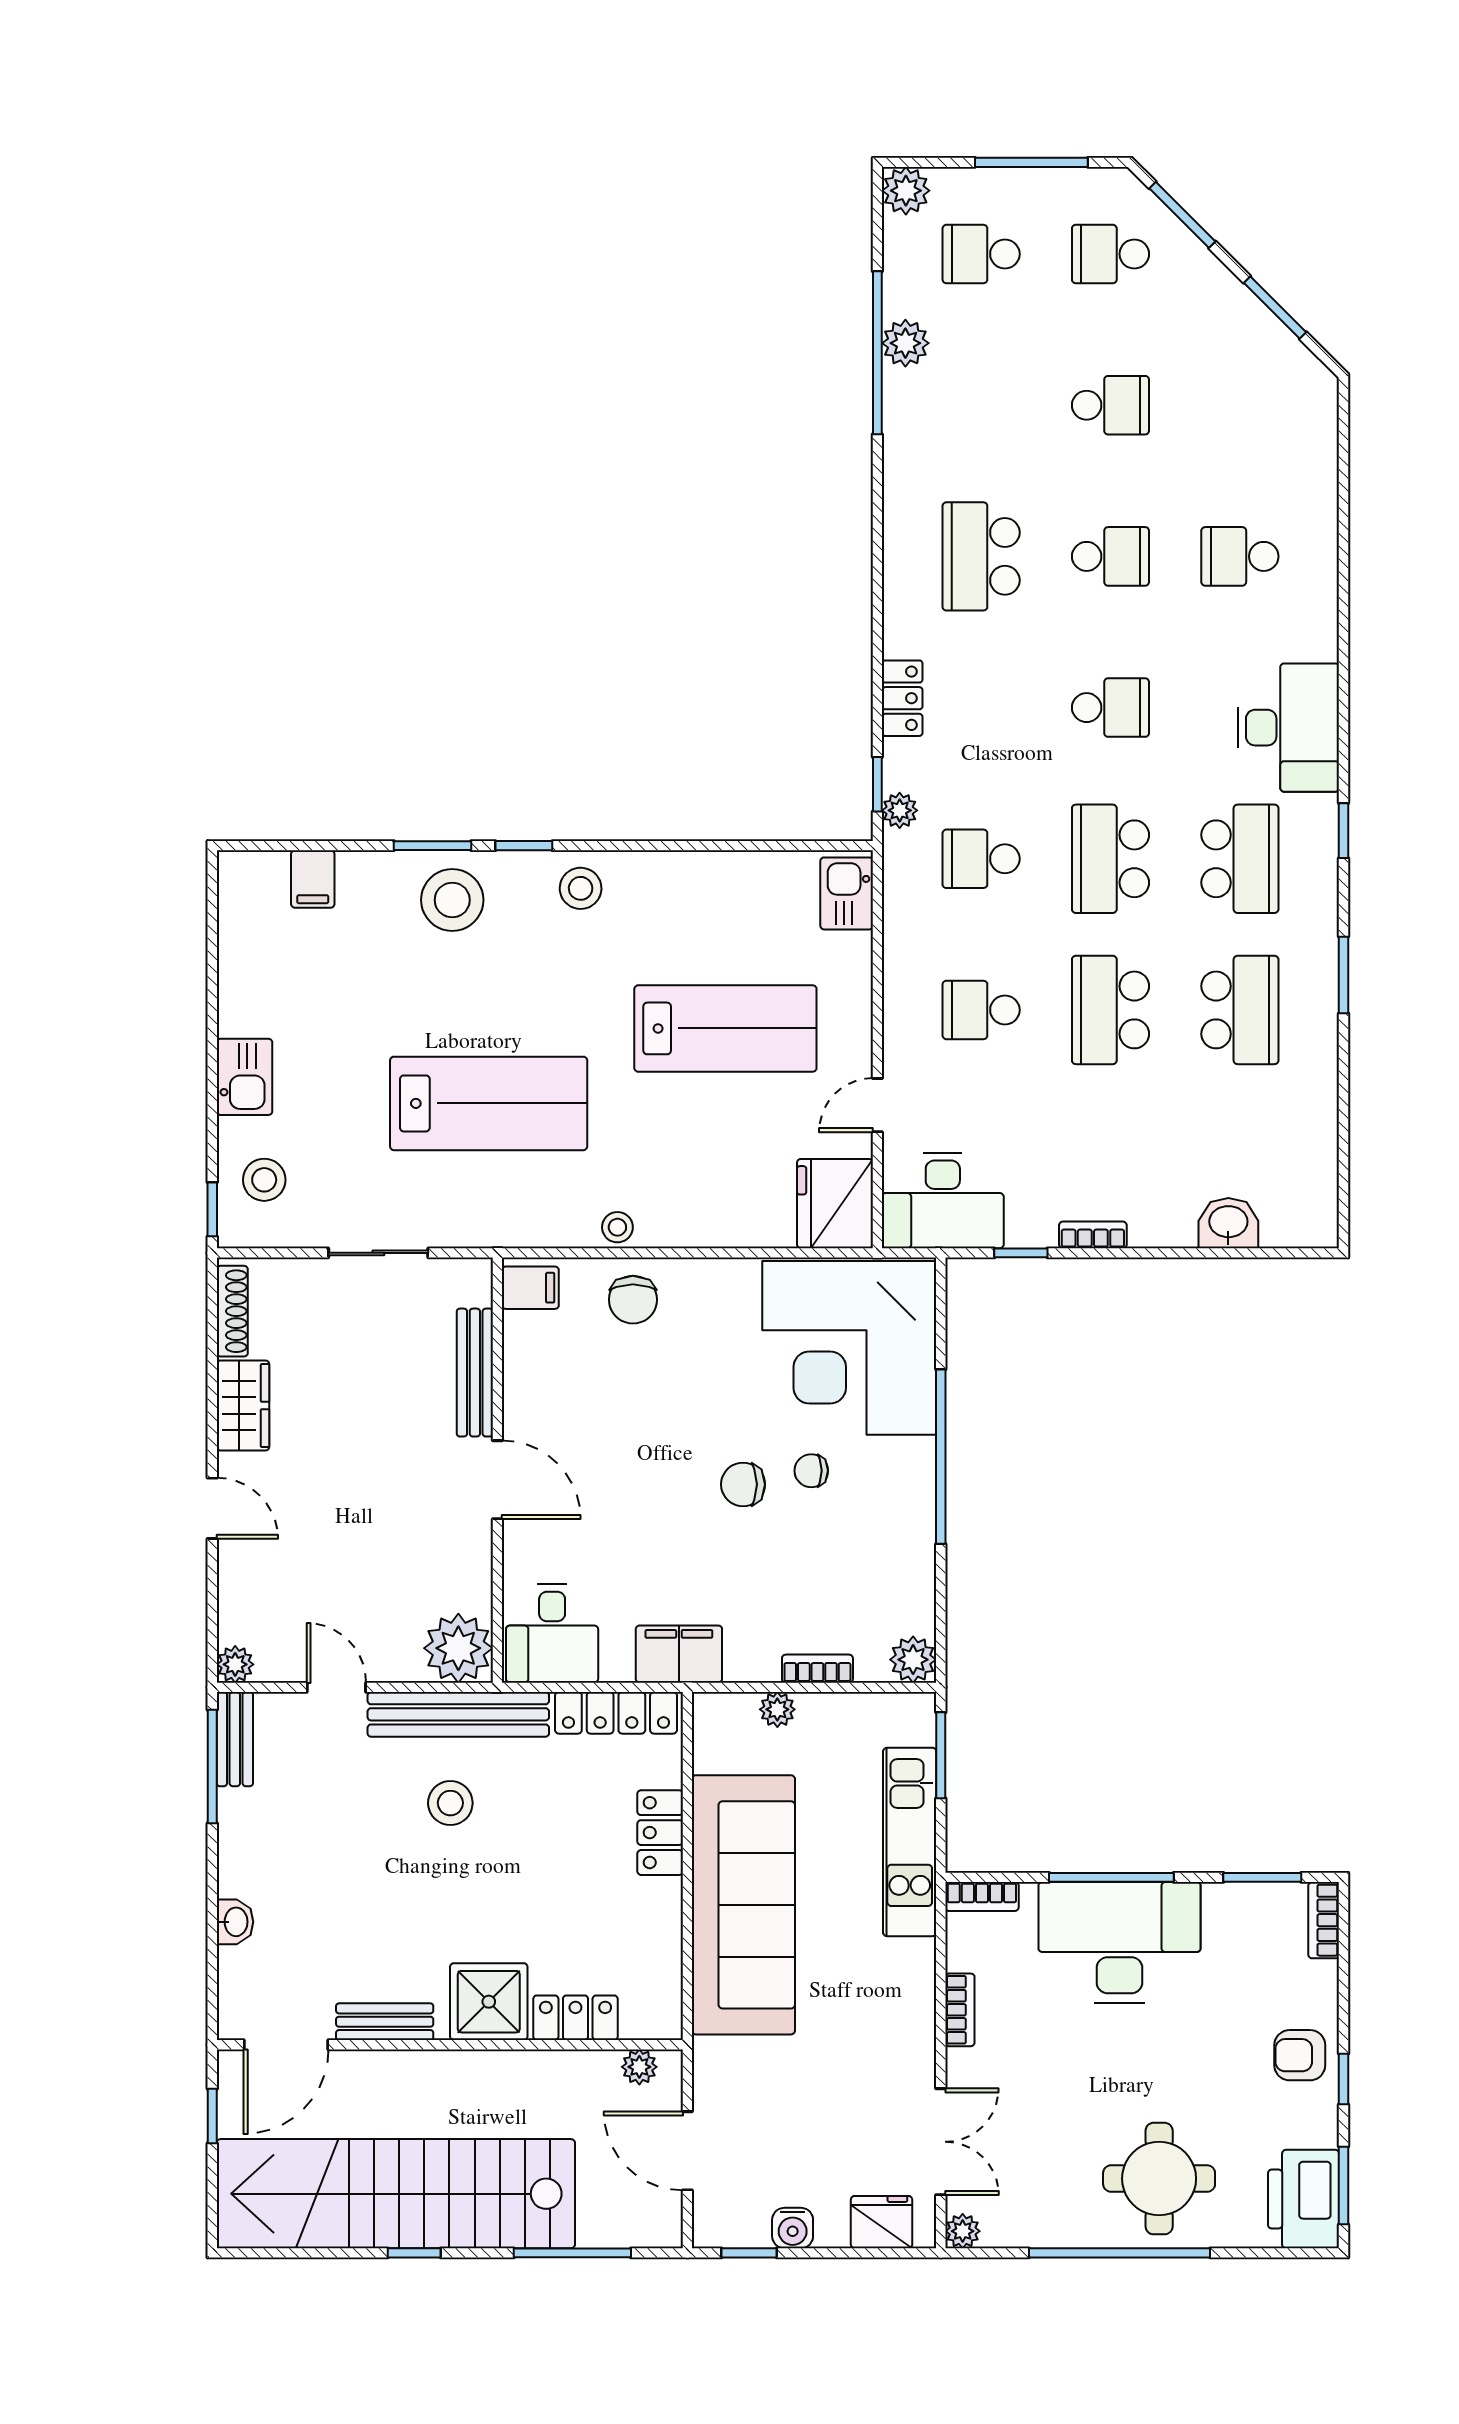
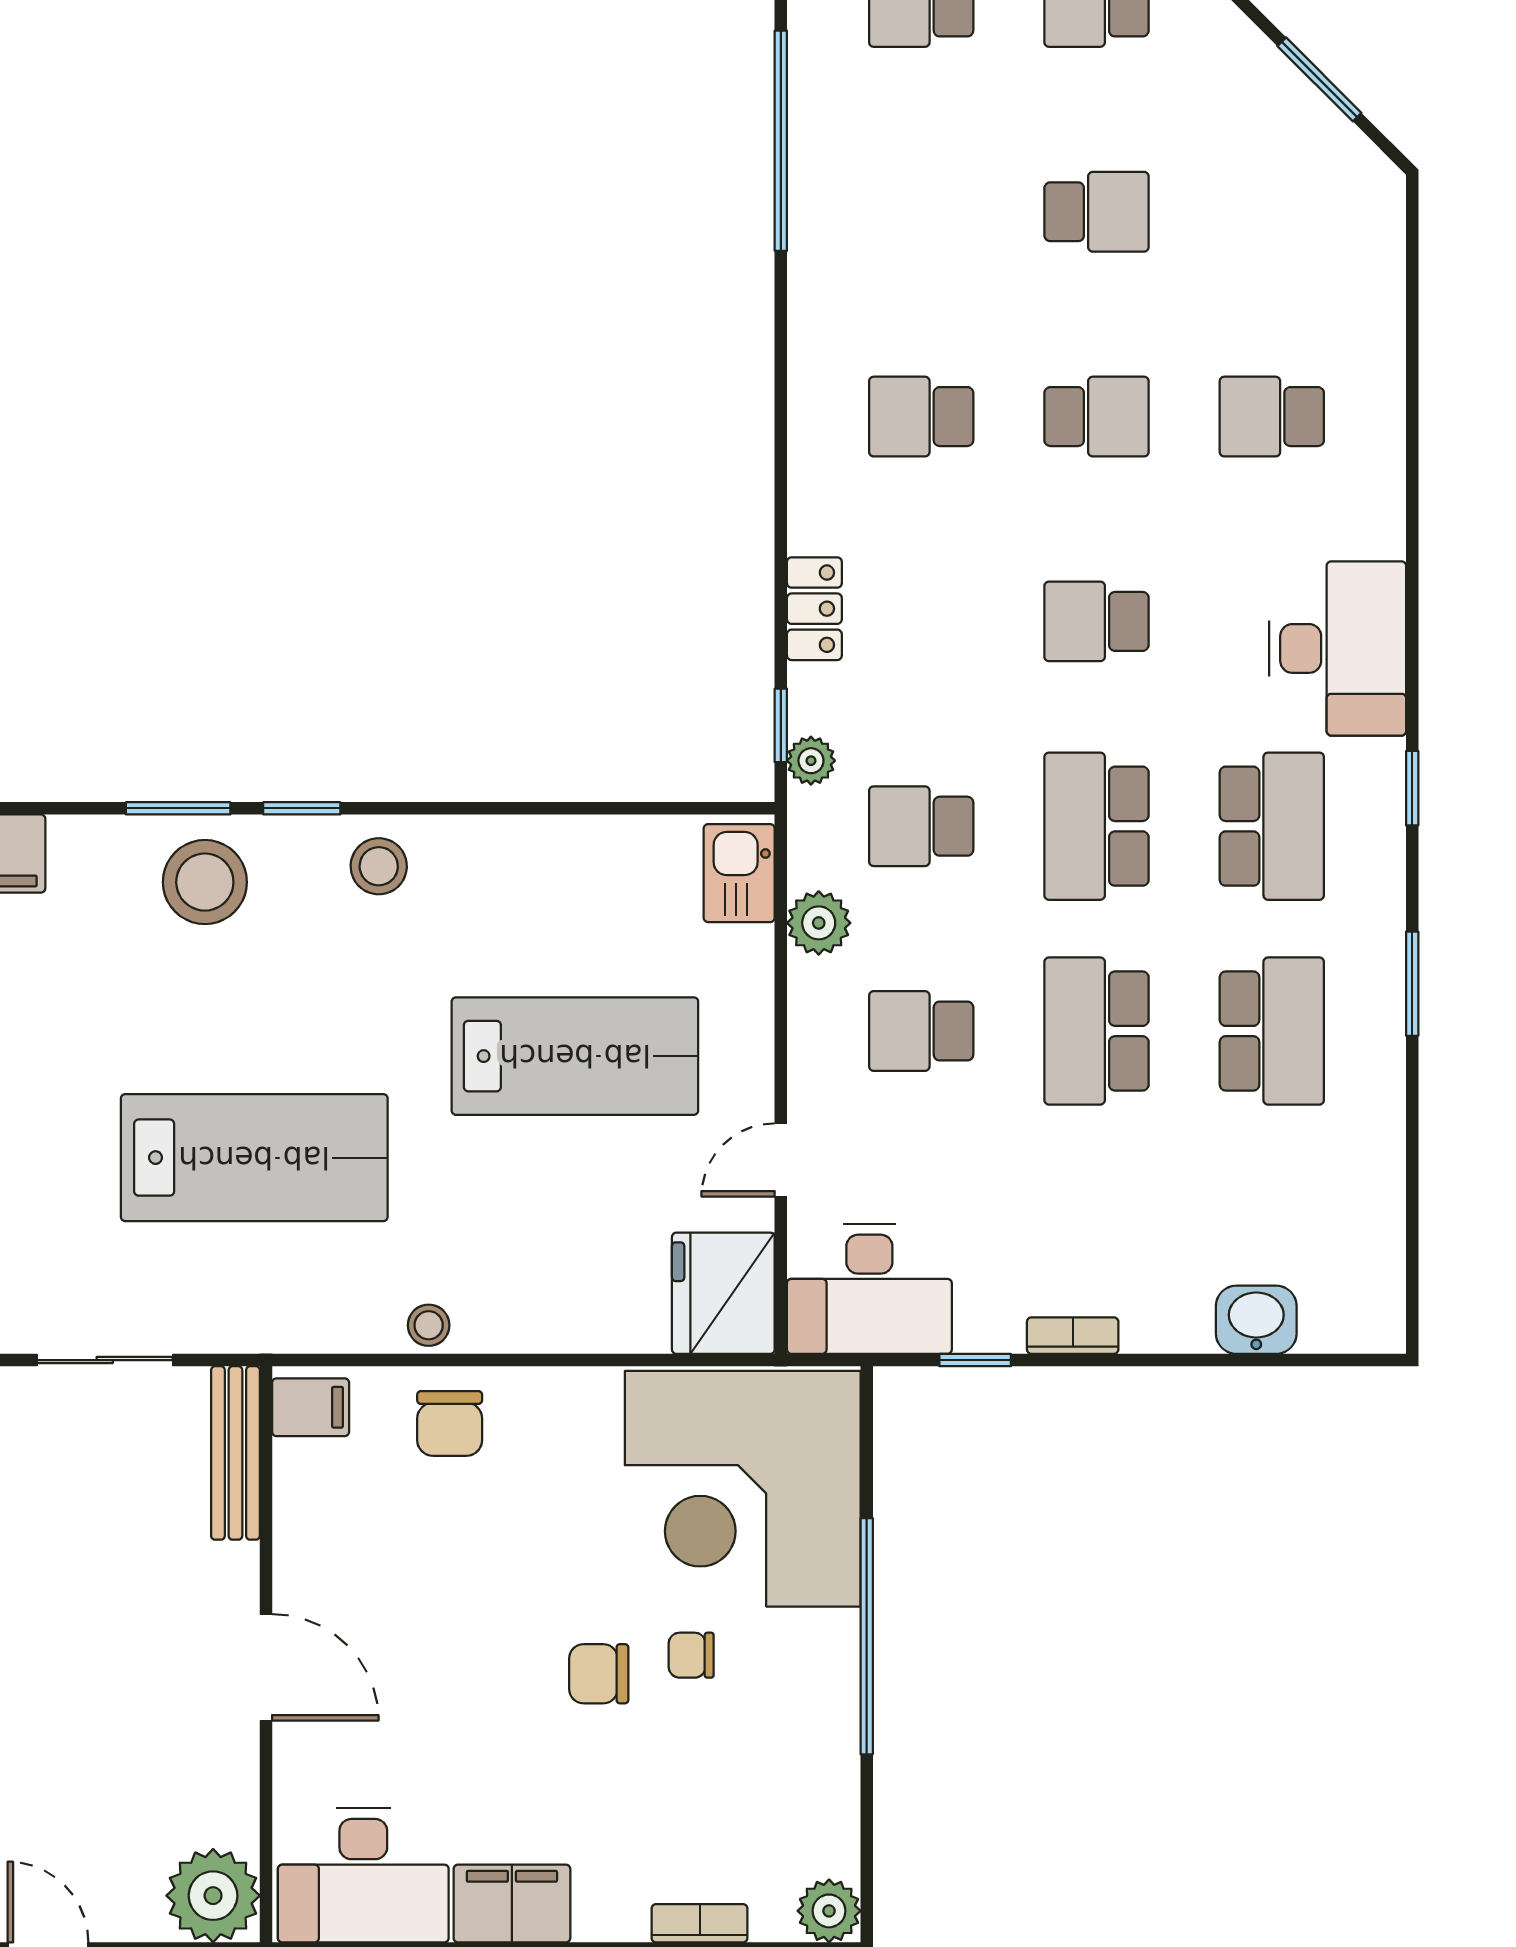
plant: (905, 343) -> (819, 923), moved
school desk: (981, 556) -> (921, 417), width x0.54
school desk: (1110, 708) -> (1097, 621), turned 180
bench: (475, 1373) -> (235, 1453), moved
desk: (552, 1633) -> (363, 1875), width x1.37

